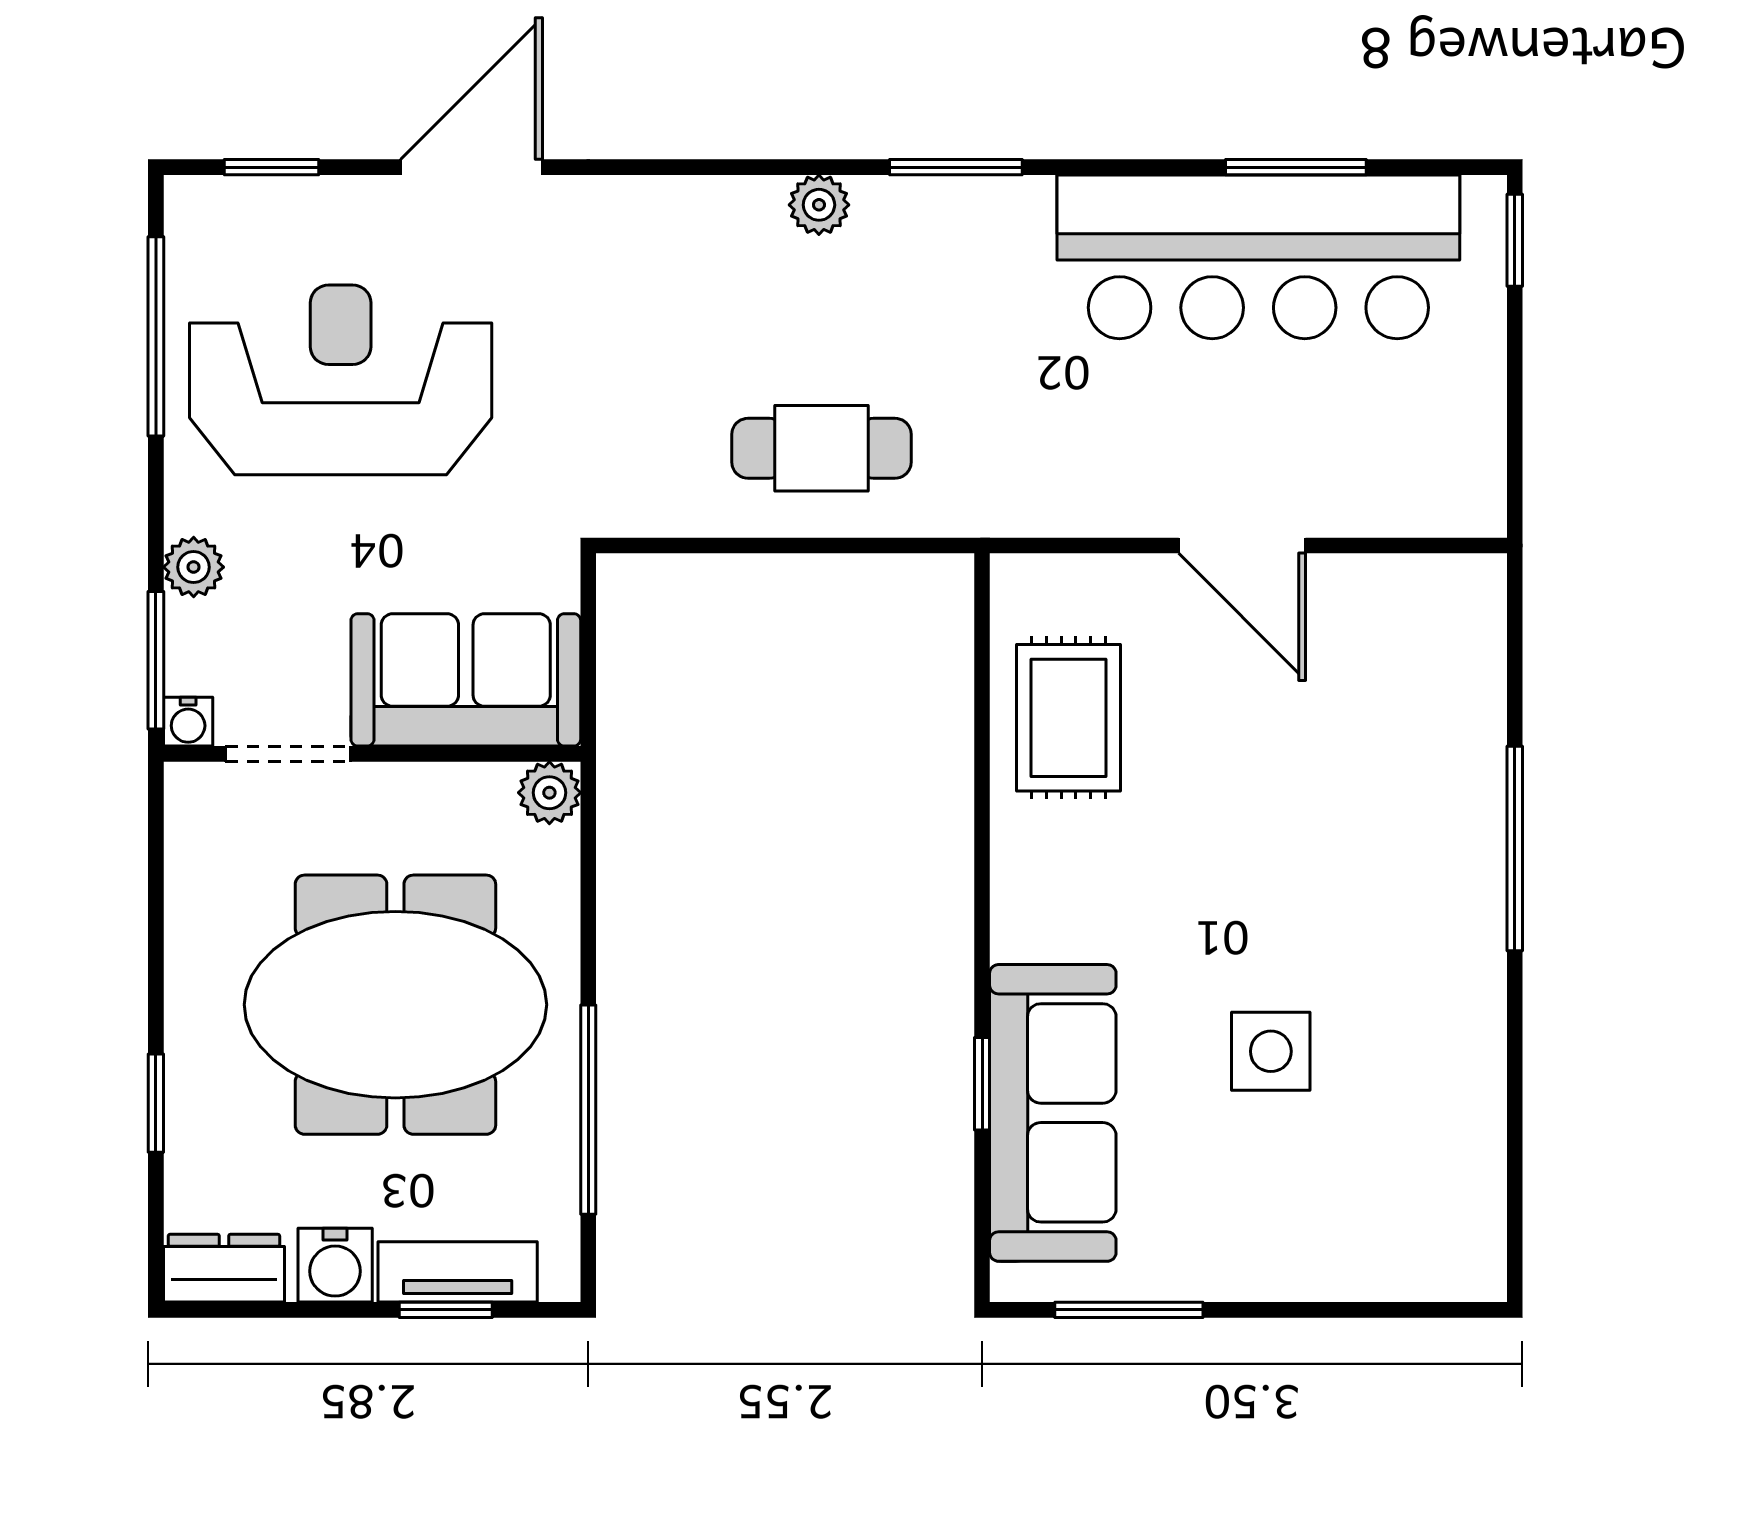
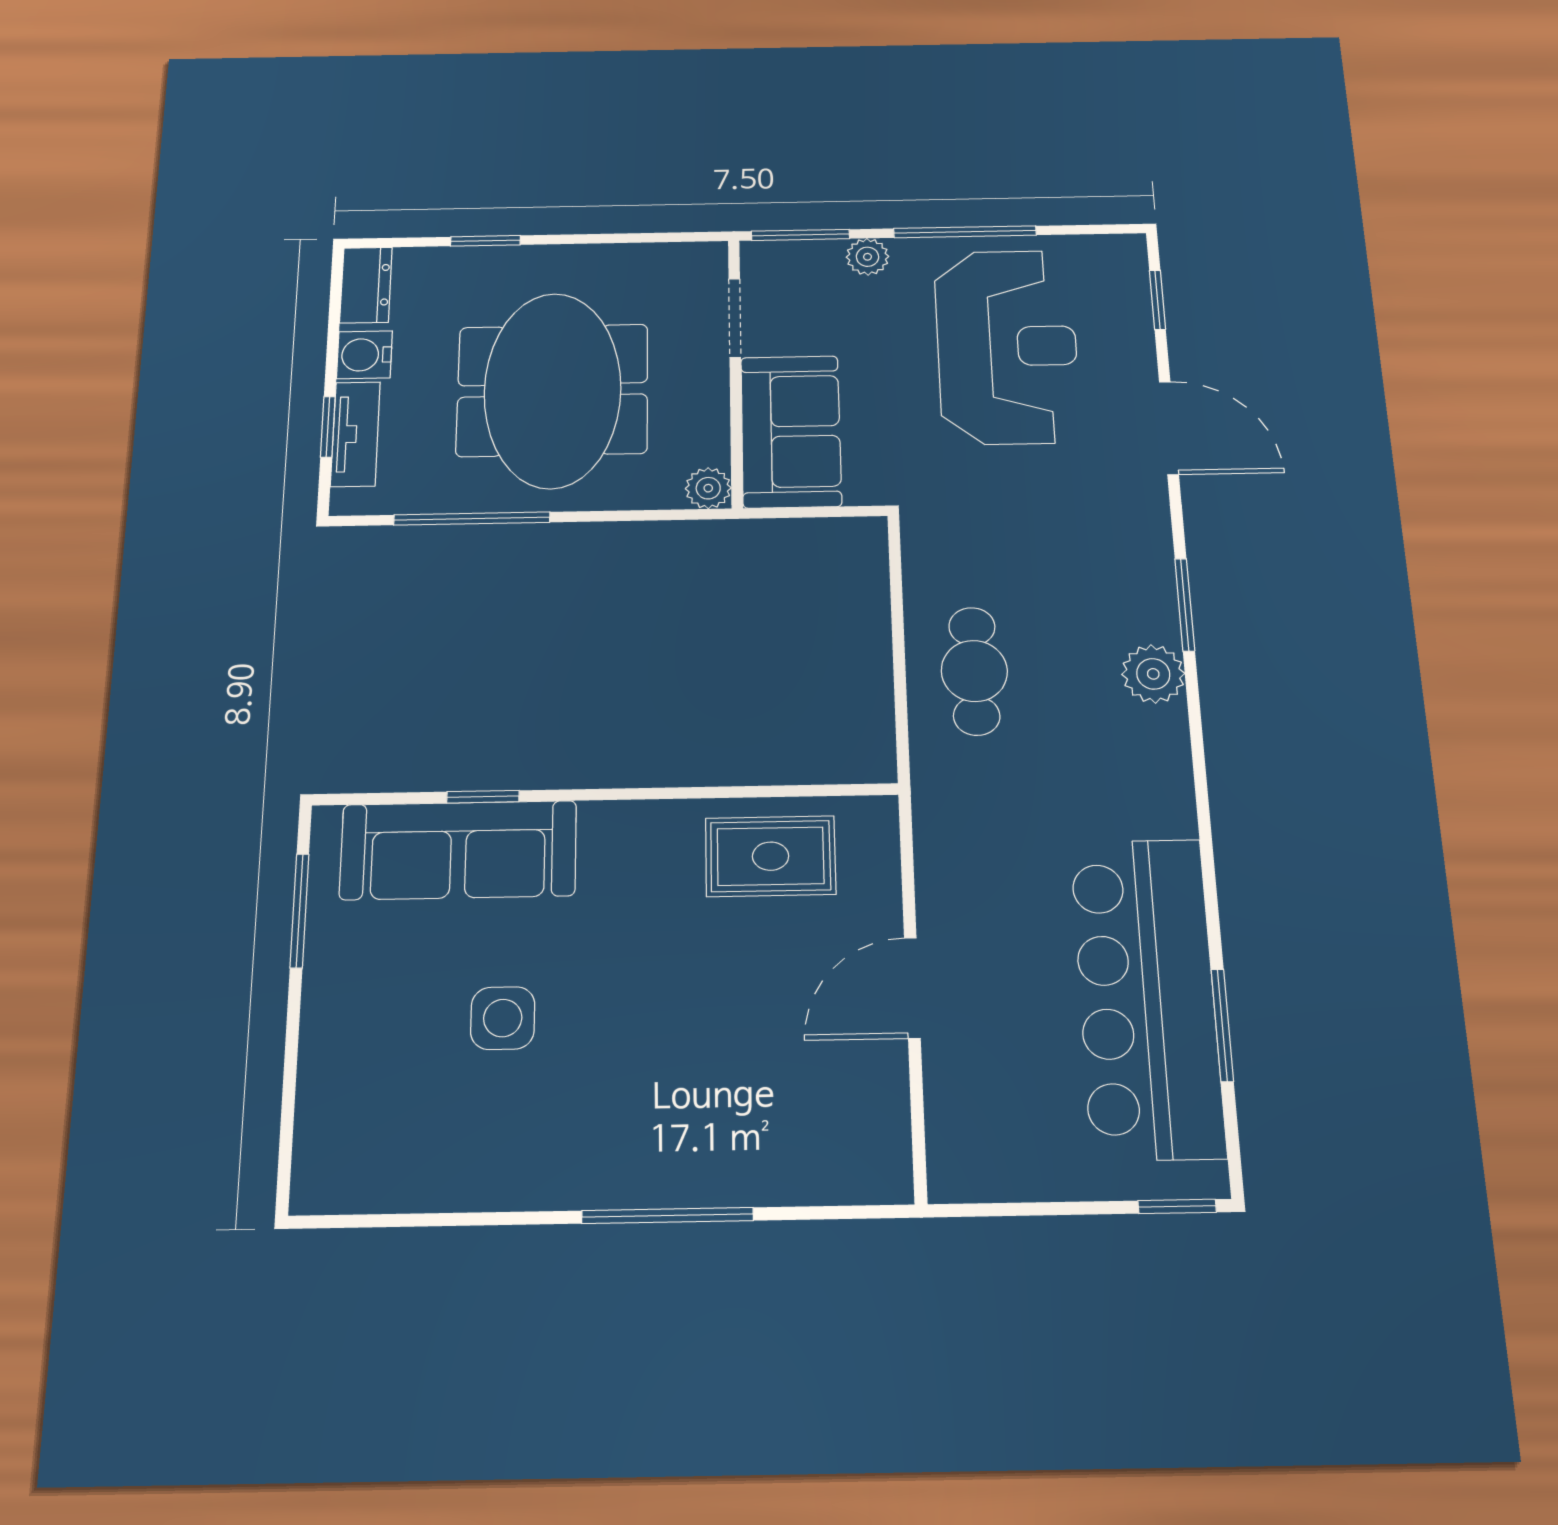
window: (956, 167) -> (1185, 605), moved
plant: (819, 205) -> (1153, 674), width x1.38, depth x1.38
window: (156, 336) -> (965, 232), moved
water cooler: (188, 722) -> (757, 256), removed

